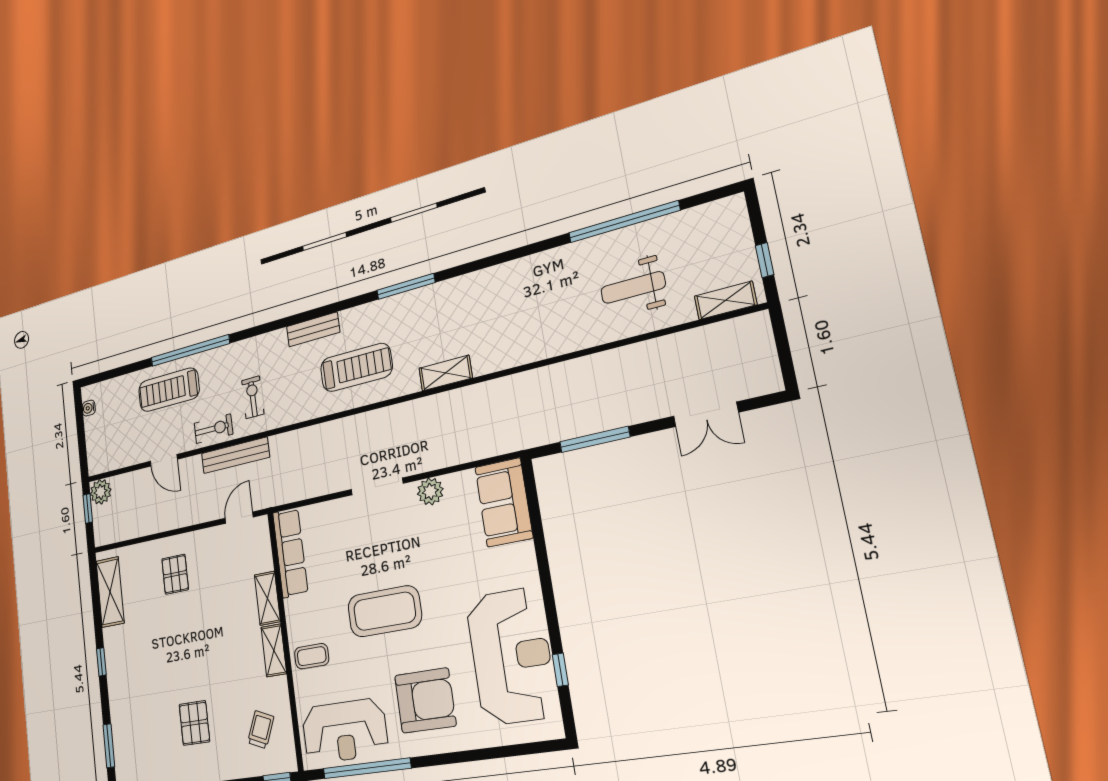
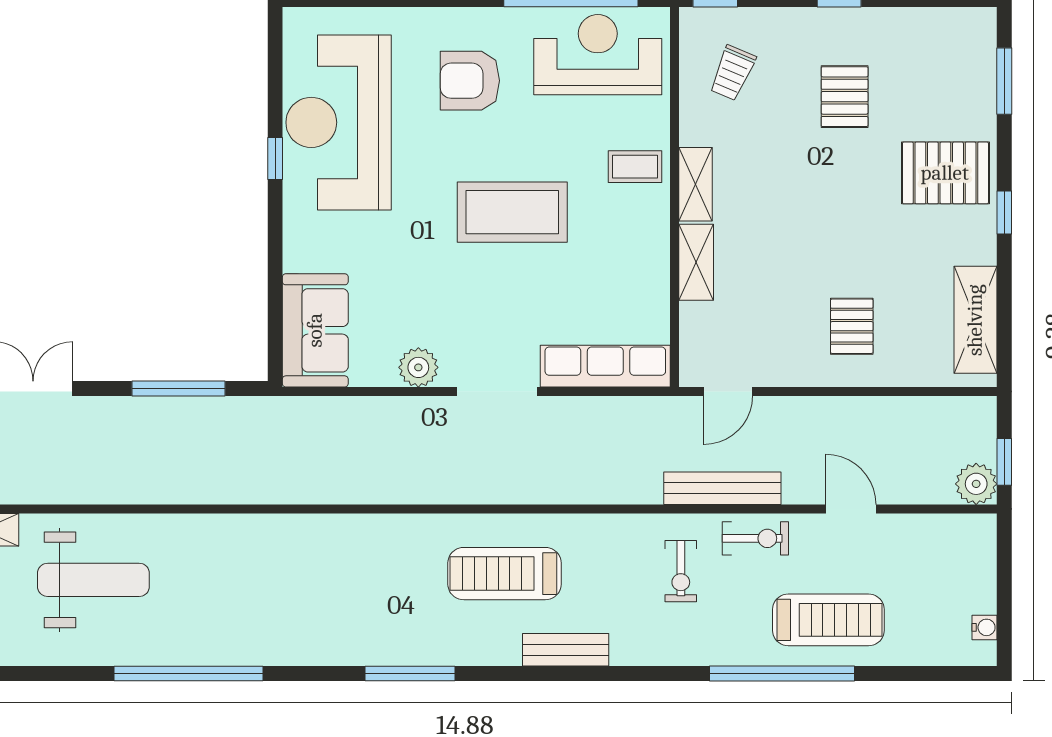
window: (624, 222) -> (189, 673), moved
weight bench: (633, 287) -> (93, 580), width x1.36, depth x1.33
shelving: (446, 373) -> (370, 531), removed
exercise bike: (213, 429) -> (755, 538), turned 180
row of seats: (290, 553) -> (605, 366), moved, turned 90
window: (560, 670) -> (275, 158), moved
pallet: (134, 682) -> (945, 173), added
armchair: (425, 700) -> (470, 81), width x0.73, depth x0.73

